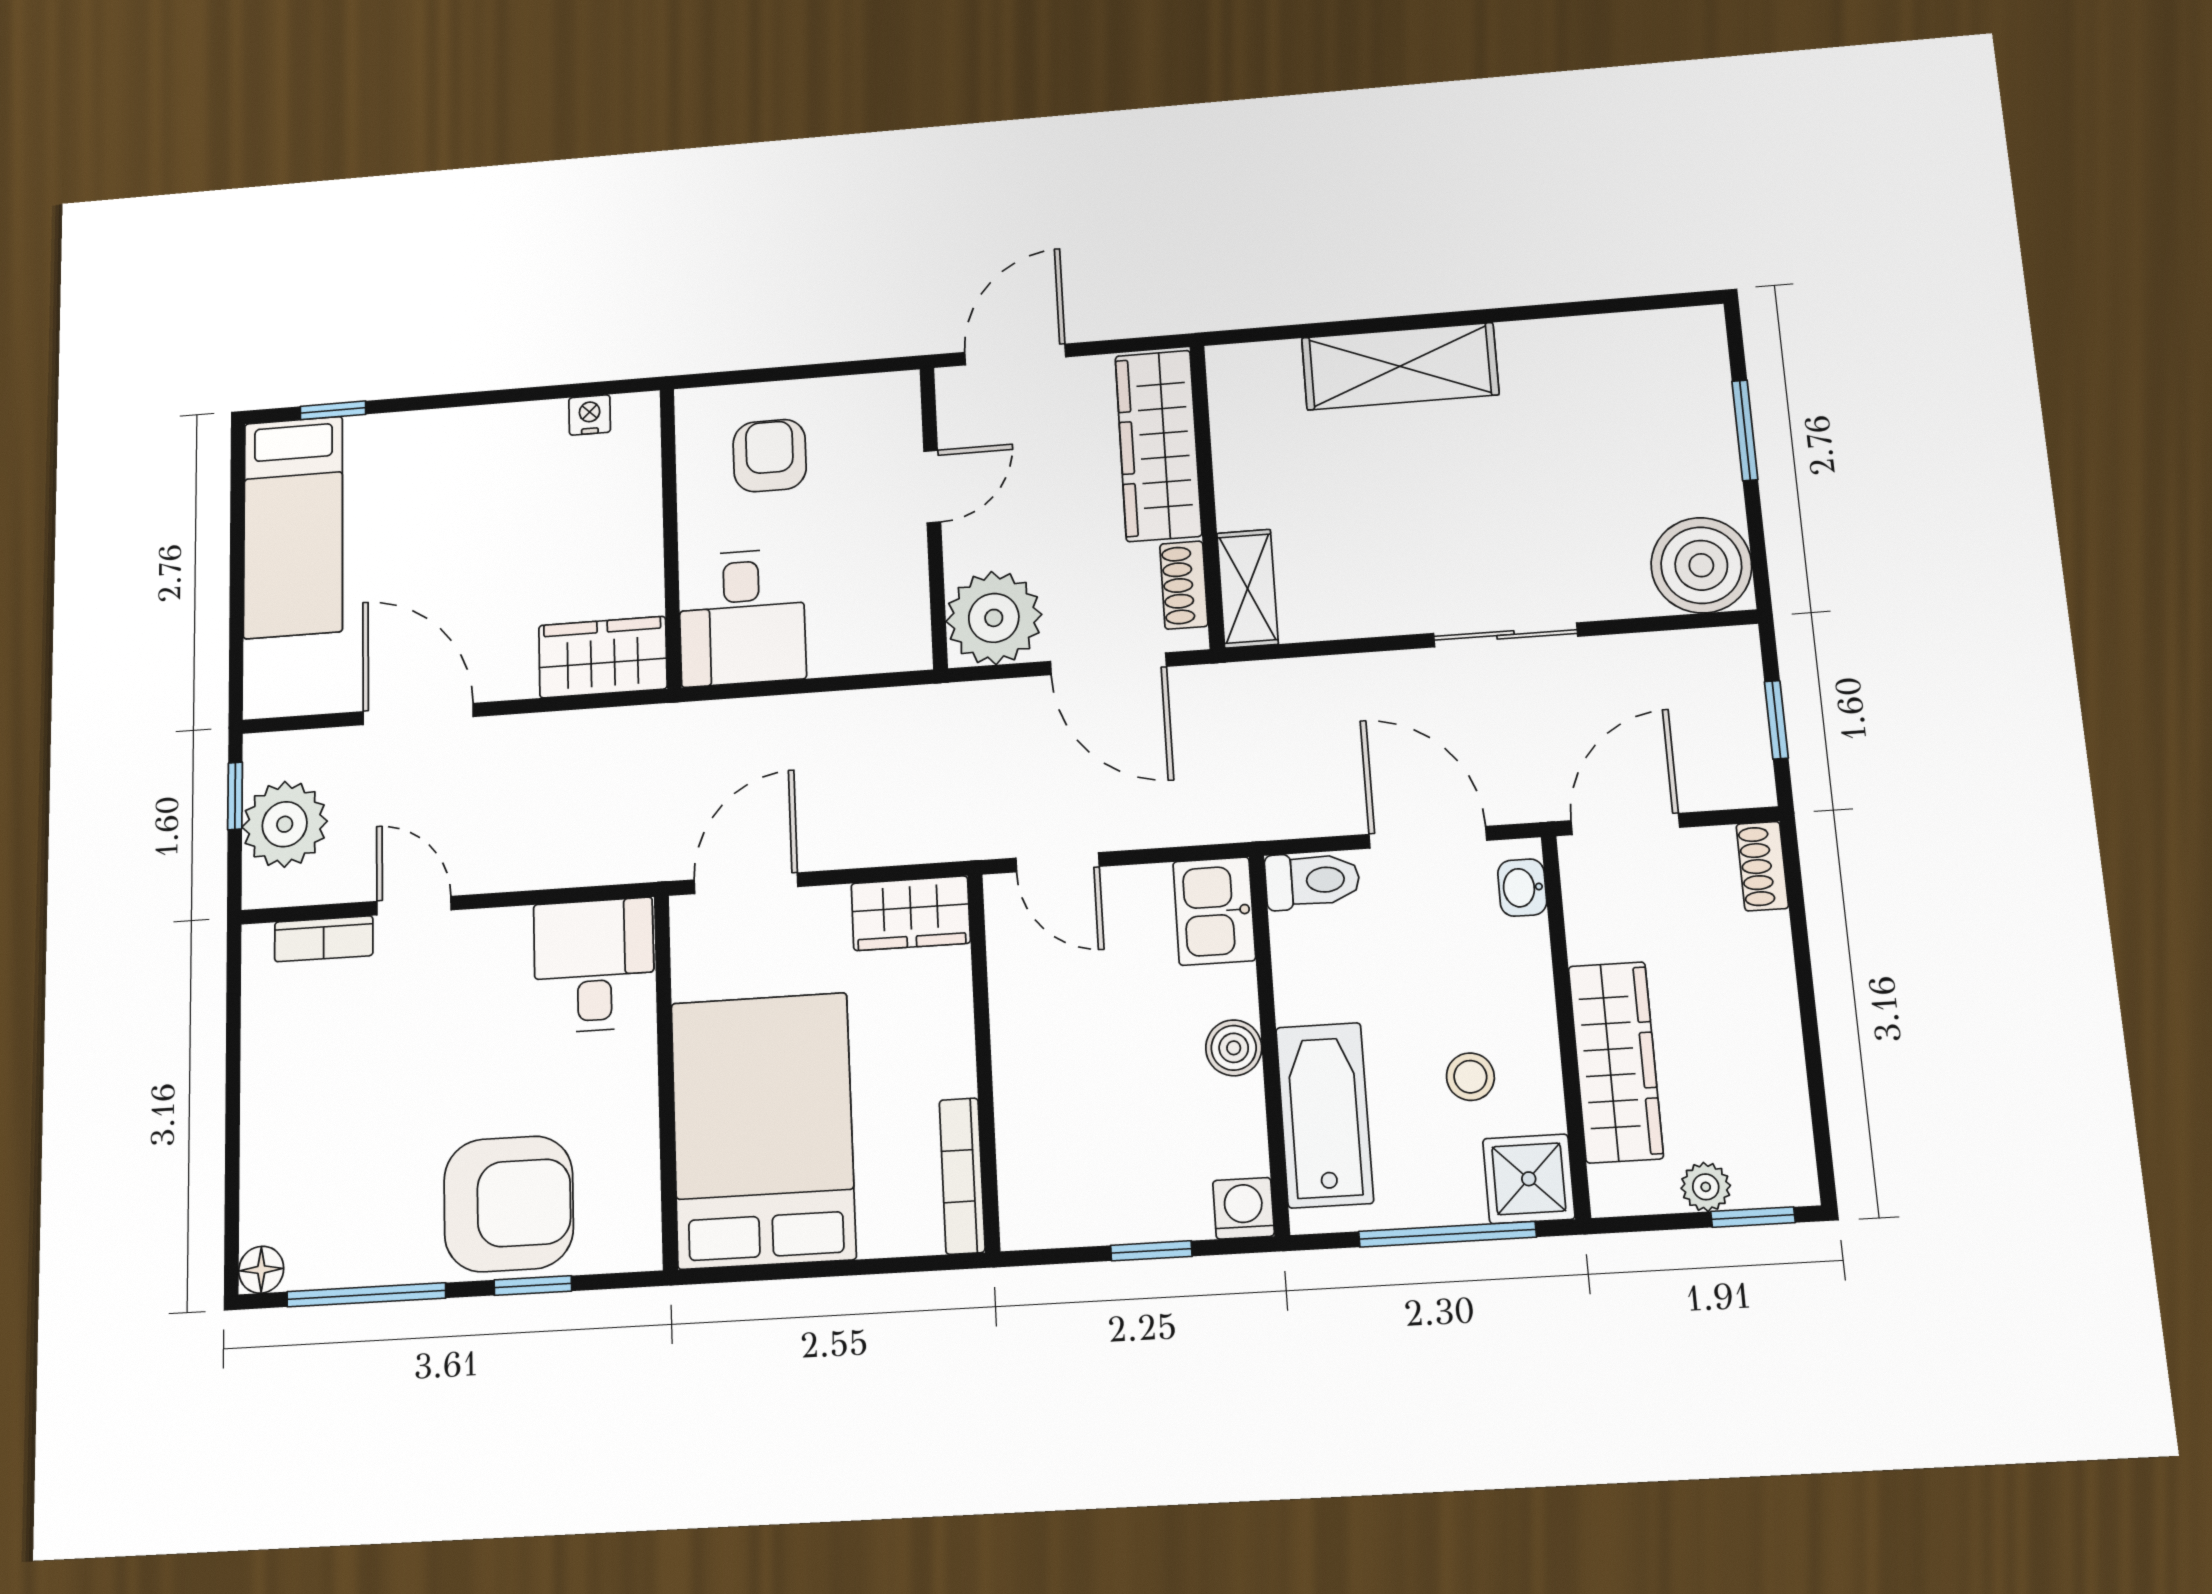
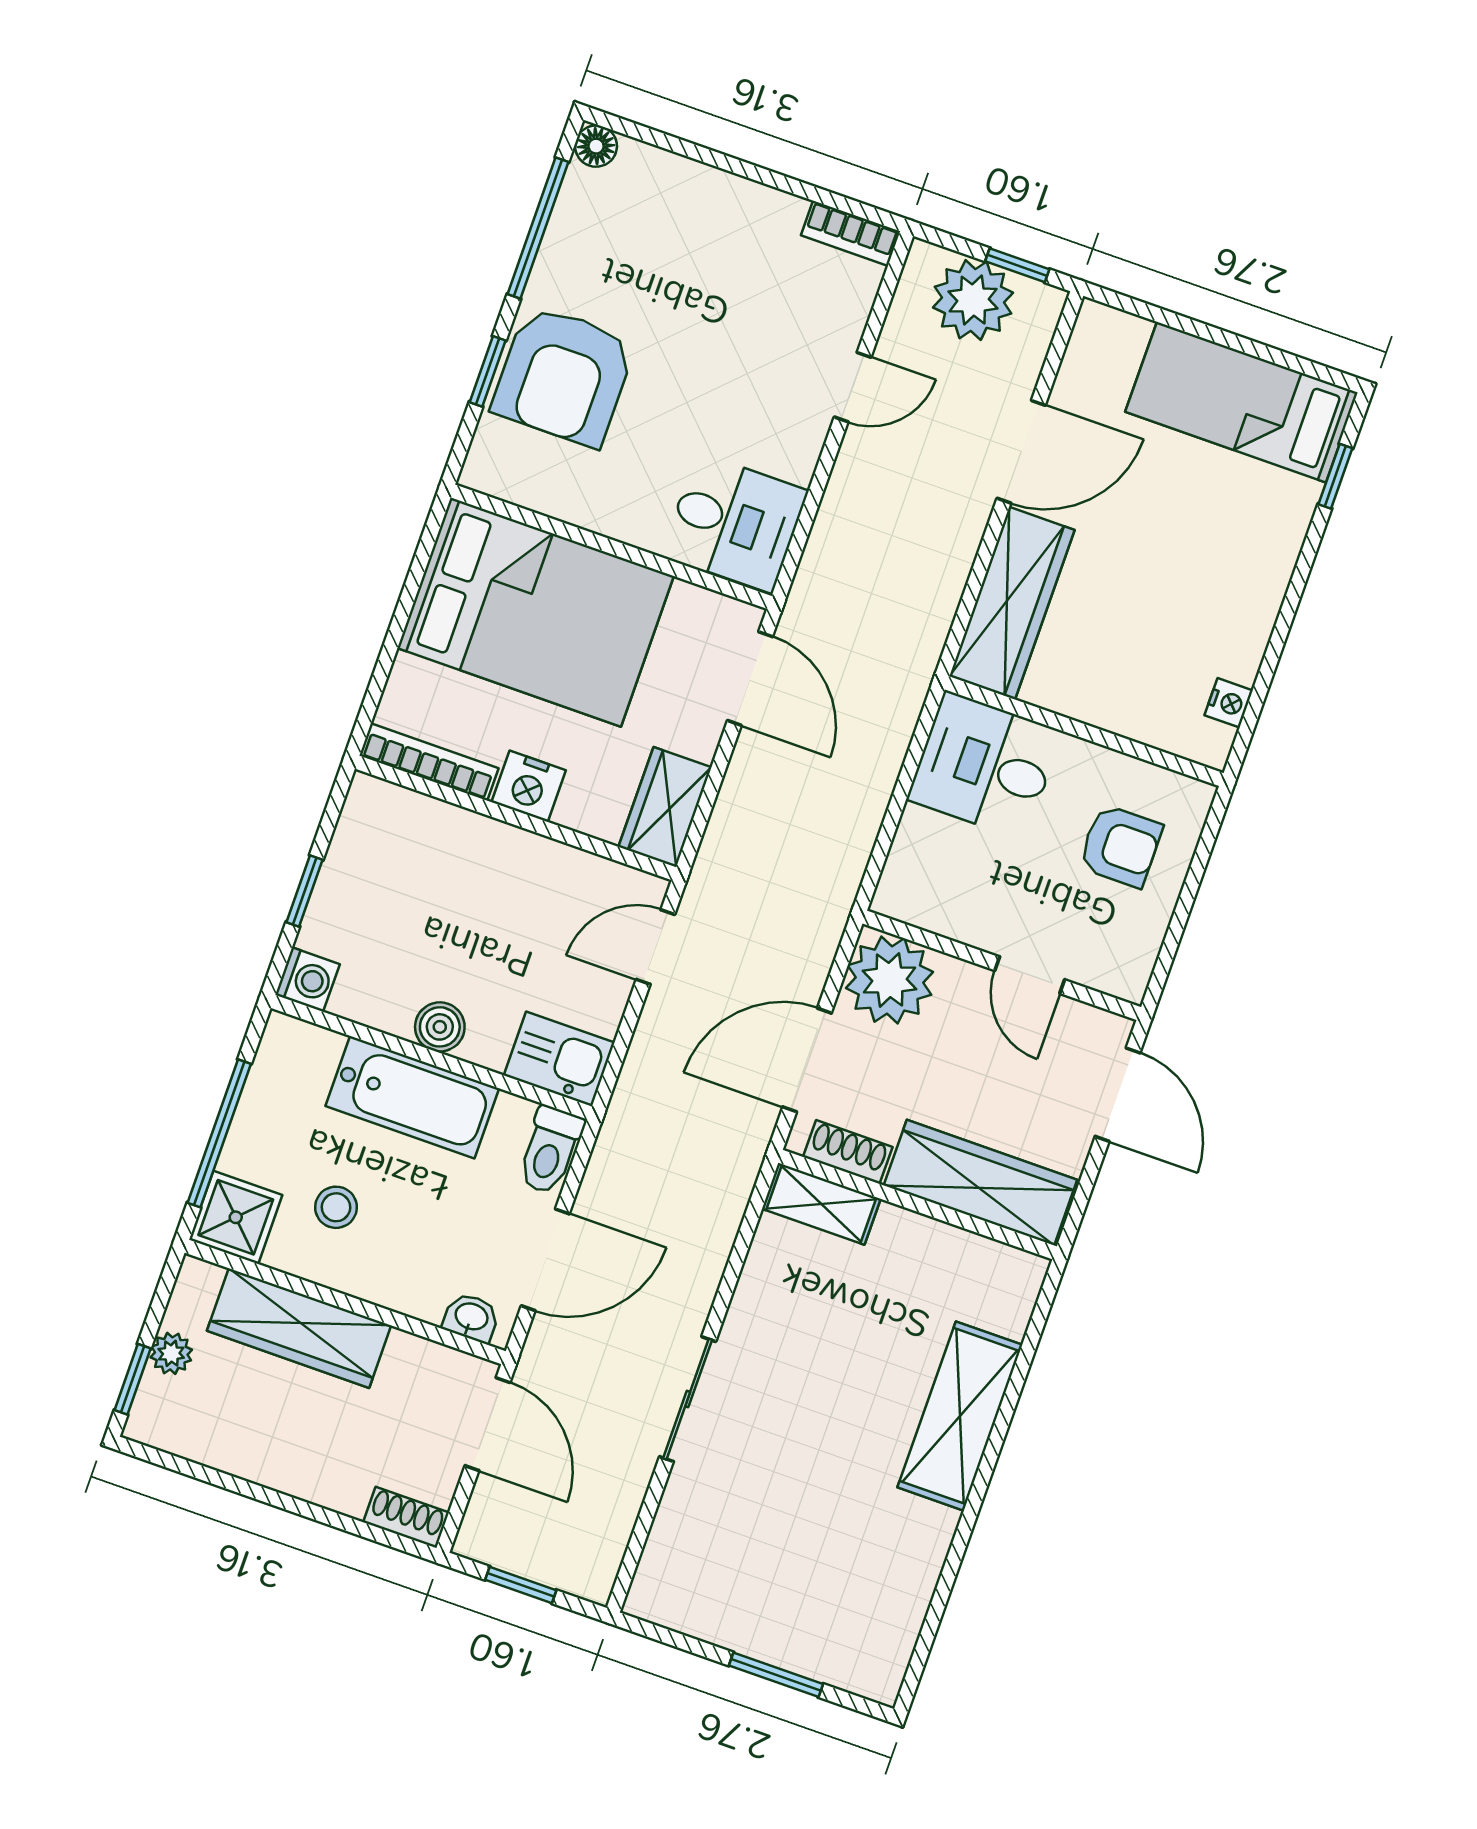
boiler: (1701, 565) -> (676, 1585), removed
wardrobe: (603, 657) -> (1012, 603), width x1.50
bookcase: (324, 939) -> (851, 233), moved, turned -90
nightstand: (946, 1061) -> (529, 786), added
bathtub: (1325, 1115) -> (412, 1097), moved

